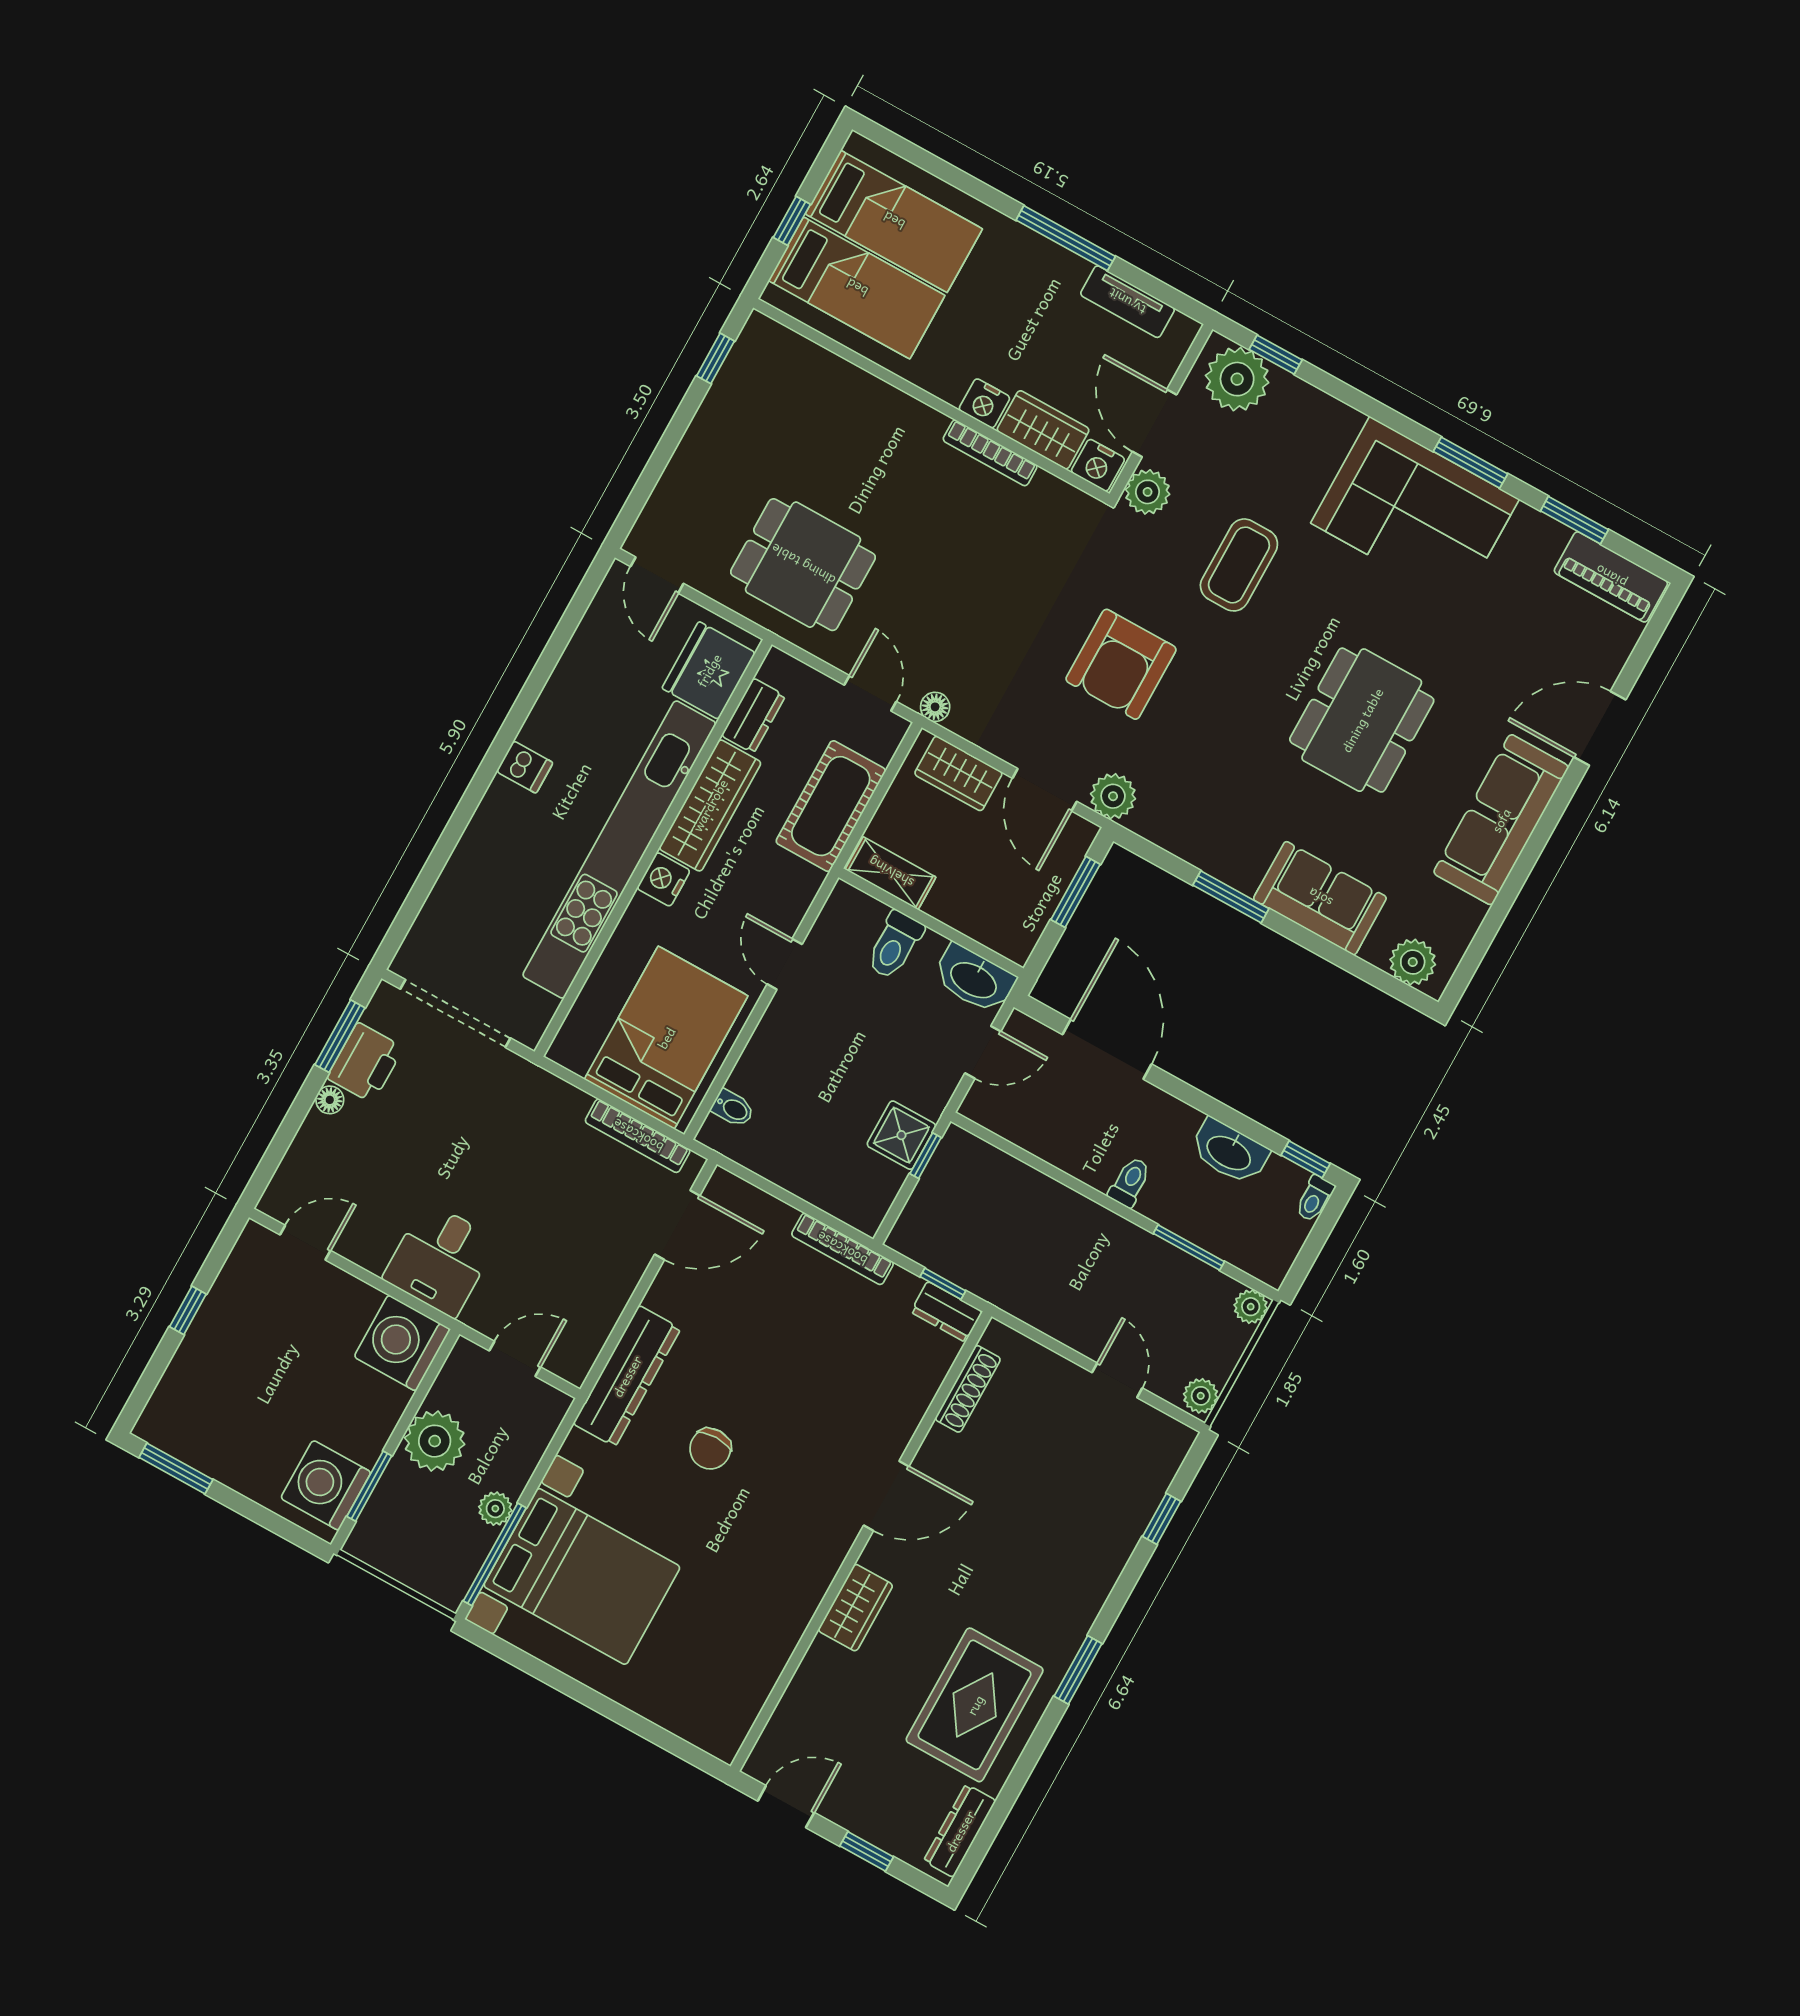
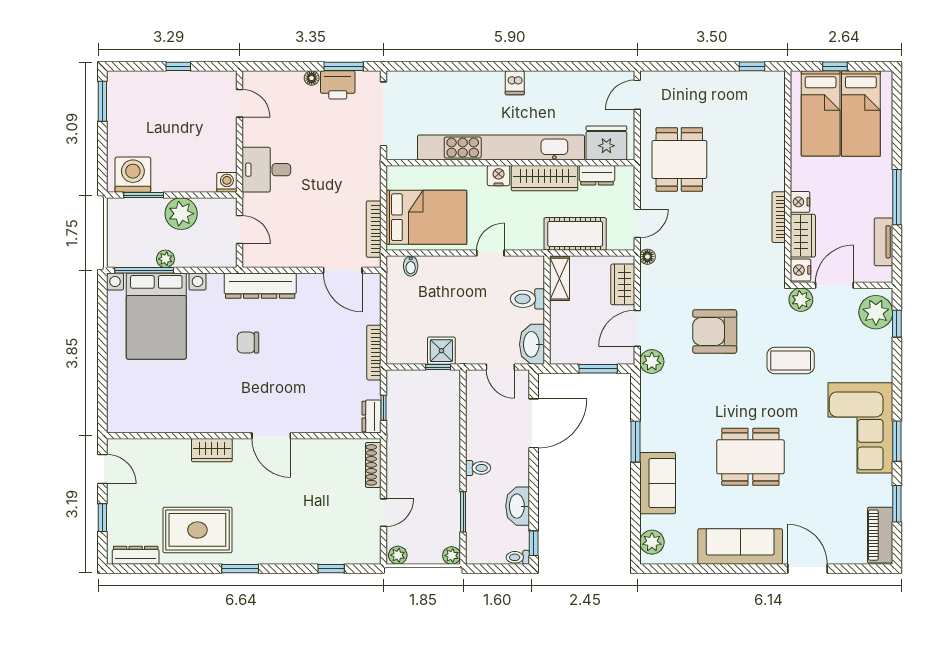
washing machine: (402, 1343) -> (227, 182), width x0.53, depth x0.53
shoe rack: (968, 1389) -> (373, 465), moved, turned 90

